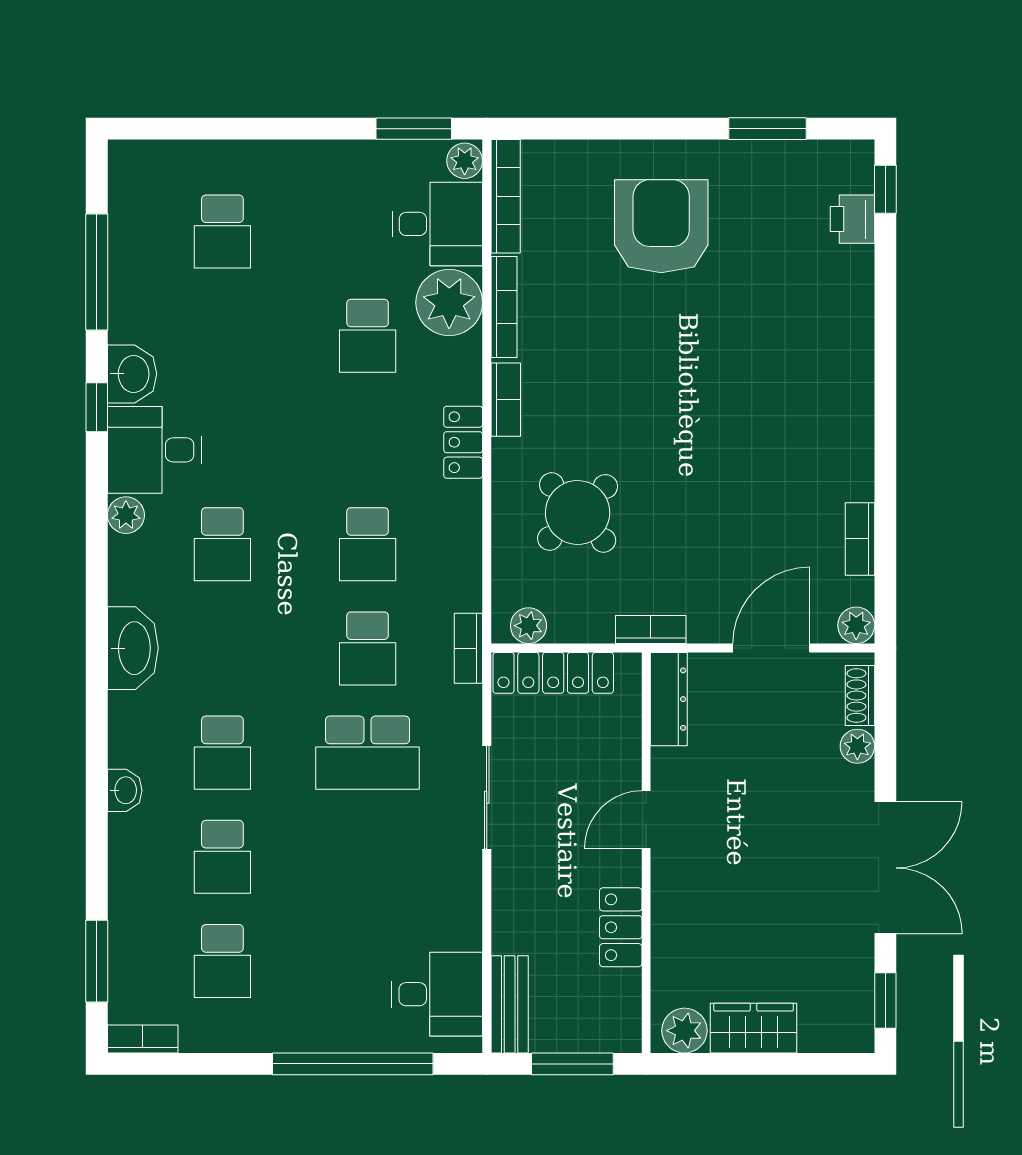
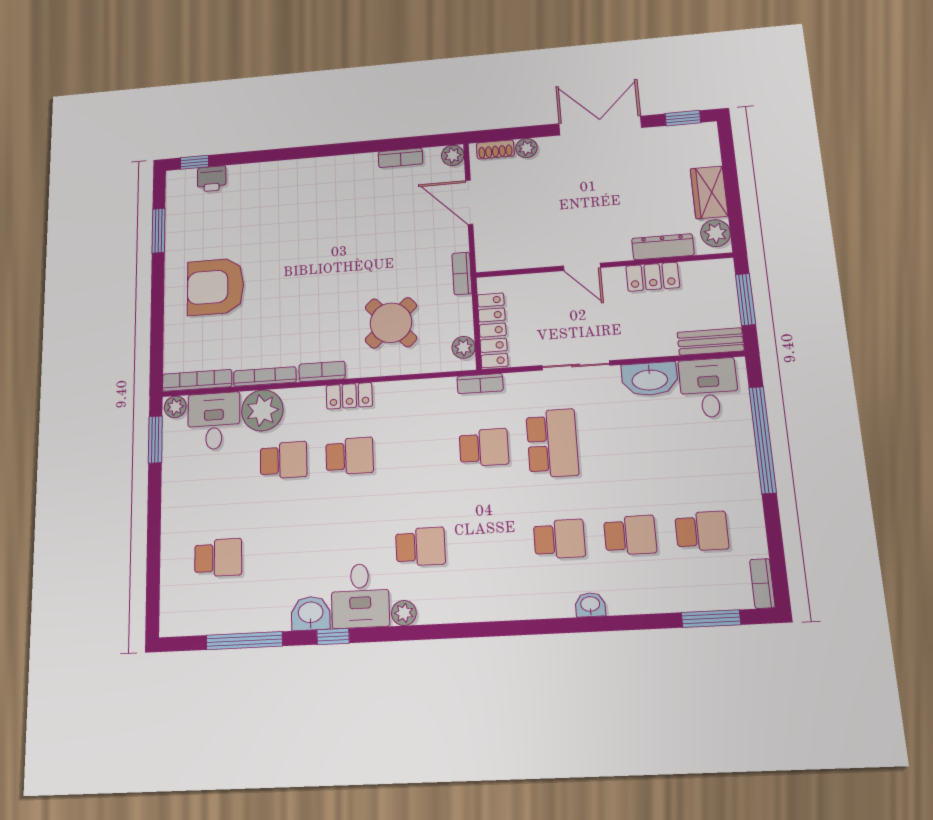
school desk: (368, 544) -> (350, 456), moved
washbasin: (133, 648) -> (650, 379), moved, turned 180
dresser: (669, 699) -> (663, 247), moved

